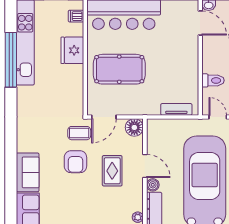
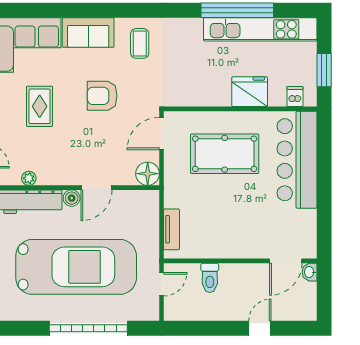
pool table: (119, 69) -> (225, 154), turned 90
door: (104, 117) -> (161, 133), hinge flipped
coffee table: (79, 133) -> (140, 43), moved
rug: (112, 171) -> (40, 106), moved, turned 90

